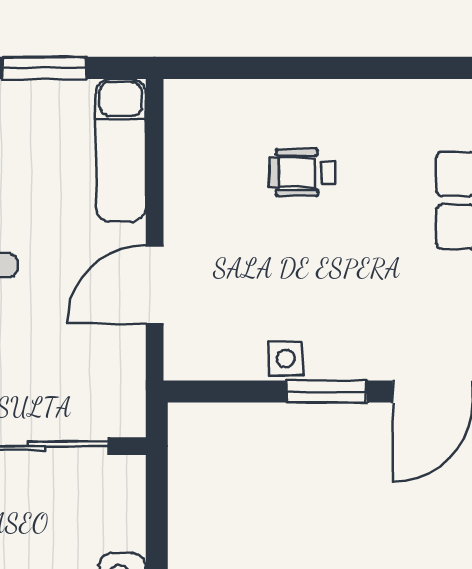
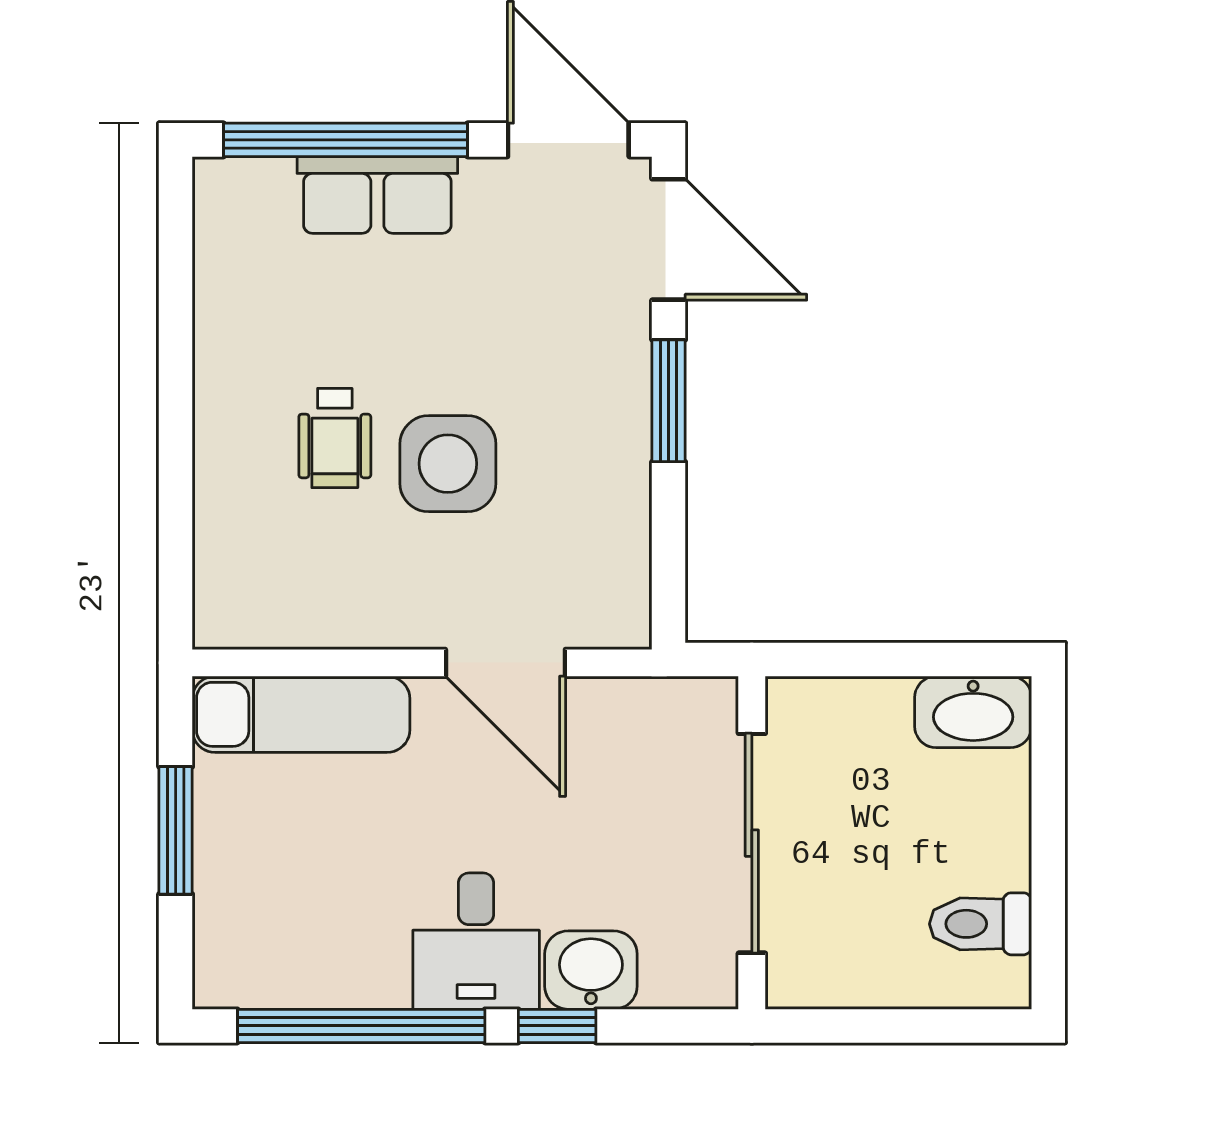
side table: (286, 358) -> (448, 464), moved, width x1.87, depth x1.87

